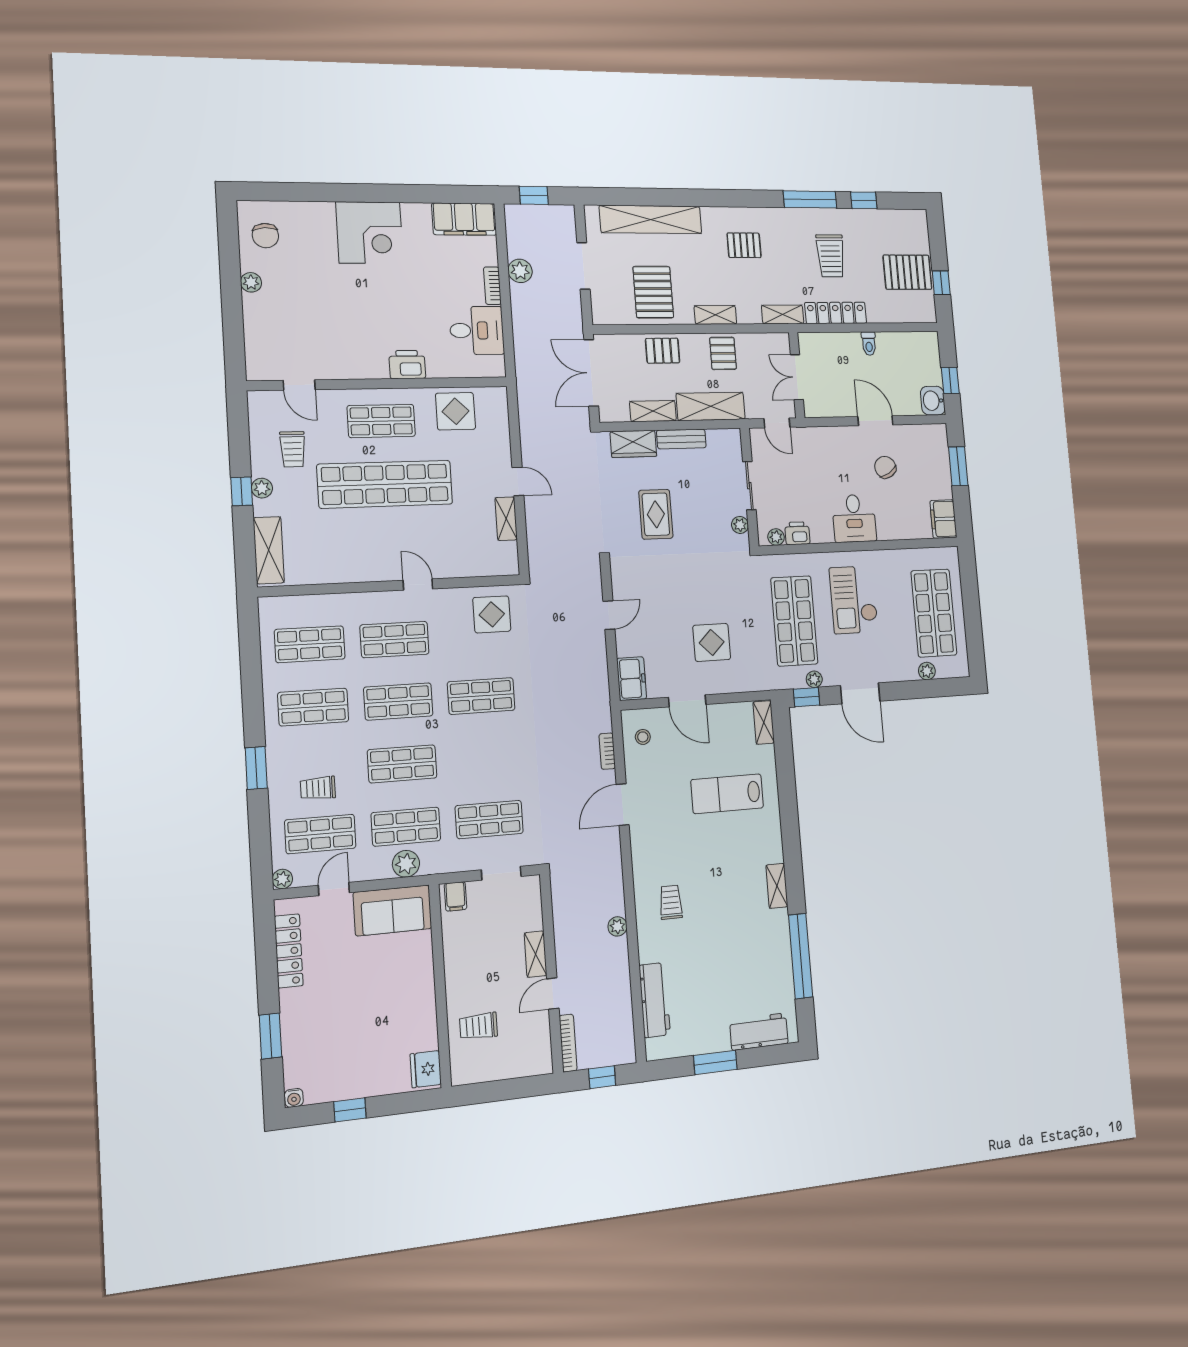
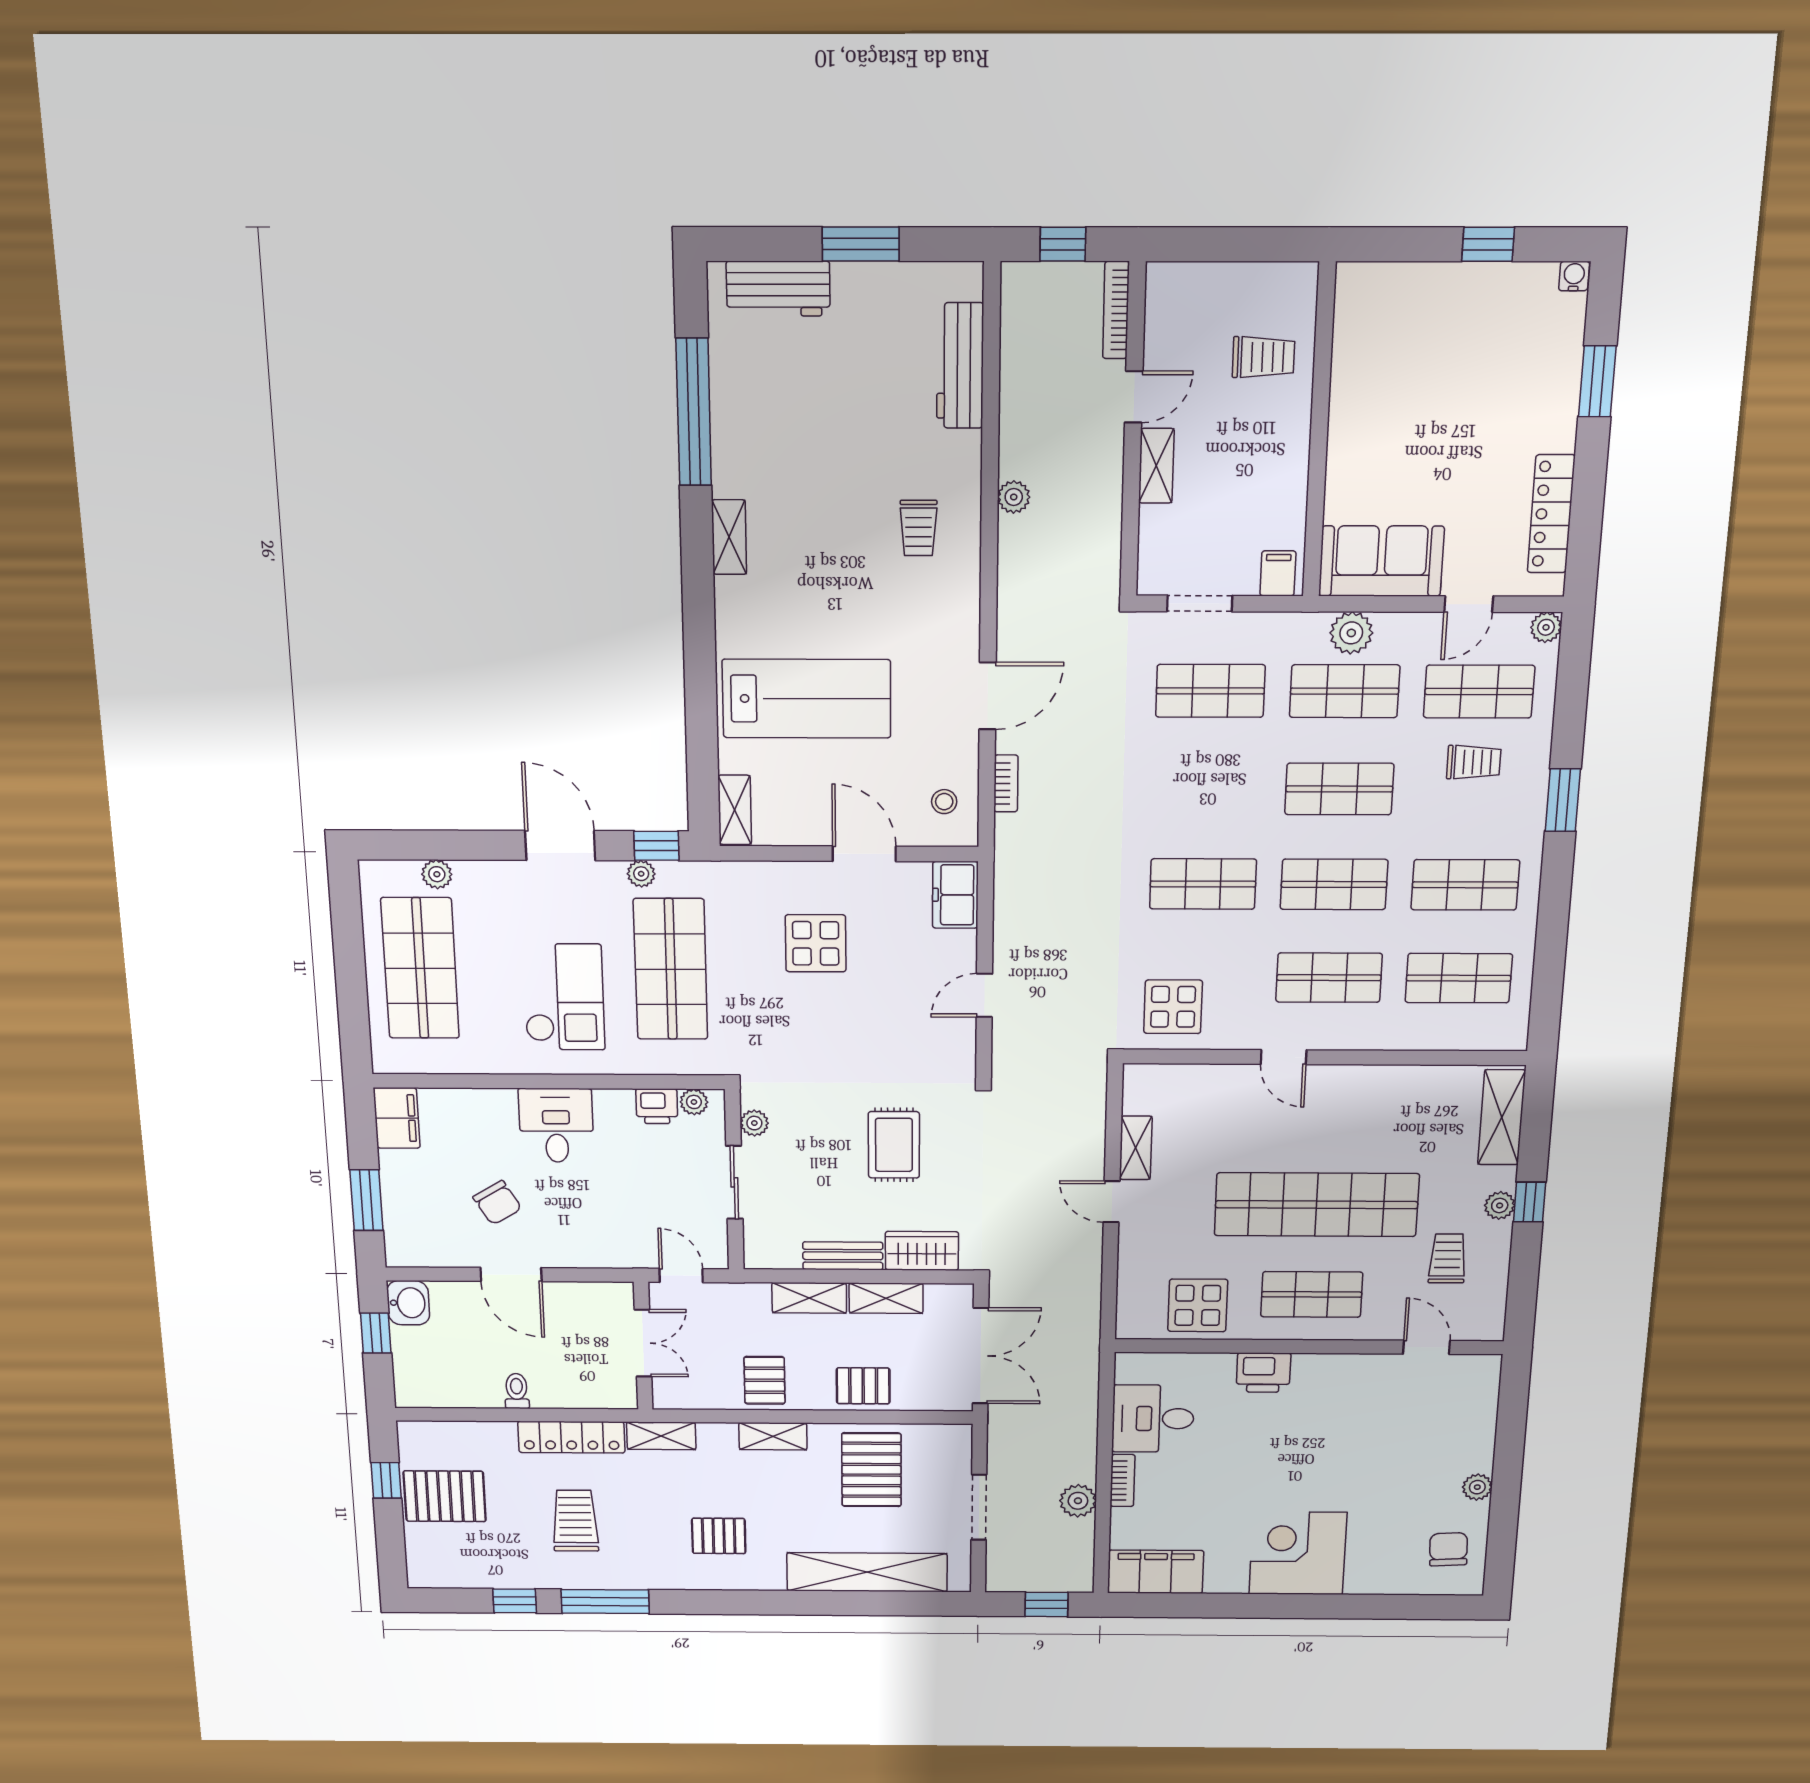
shelving: (711, 406) -> (809, 1298), width x0.67, depth x0.75
lab bench: (727, 794) -> (807, 699), width x1.36, depth x1.39
fridge: (426, 1069) -> (1358, 296), removed

